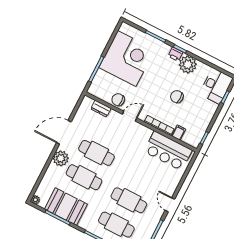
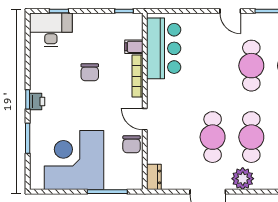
plant: (188, 64) -> (42, 79), removed
dresser: (101, 109) -> (154, 177), moved
door: (170, 205) -> (230, 11), hinge flipped

